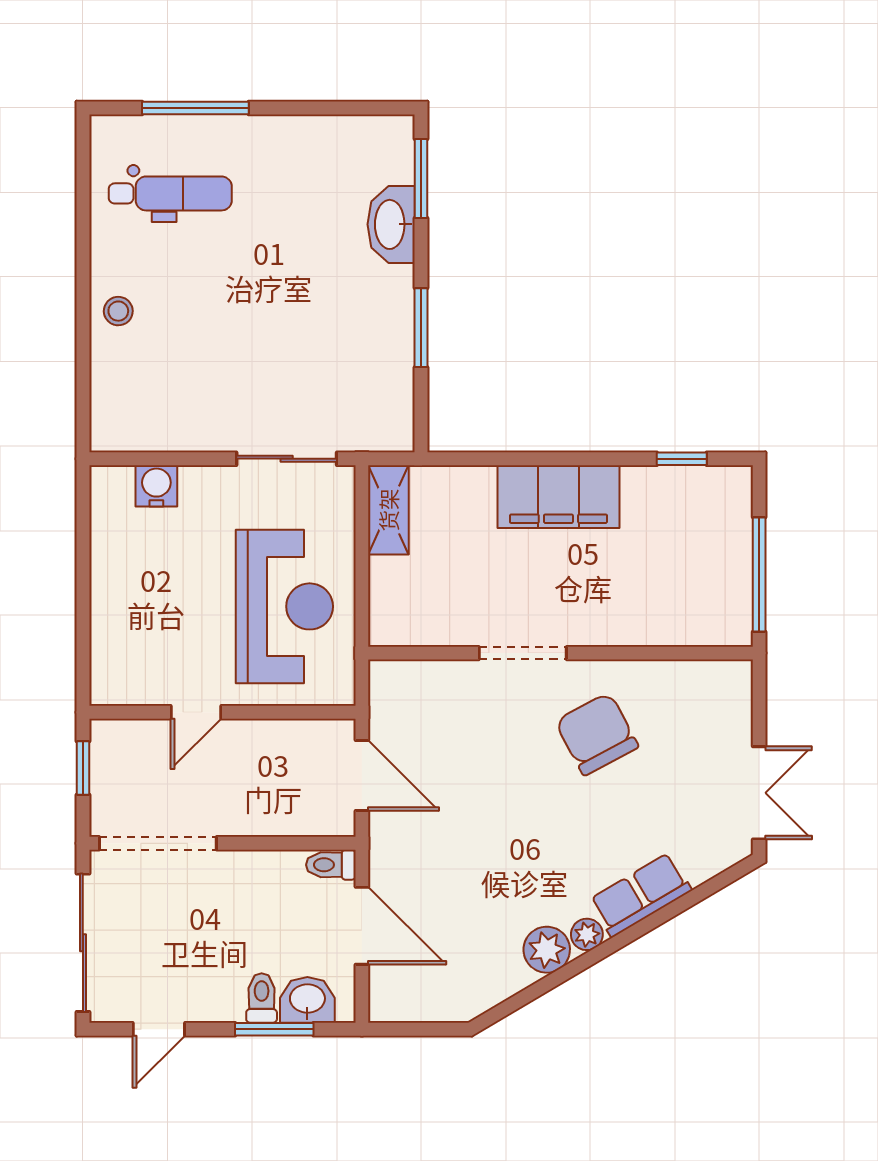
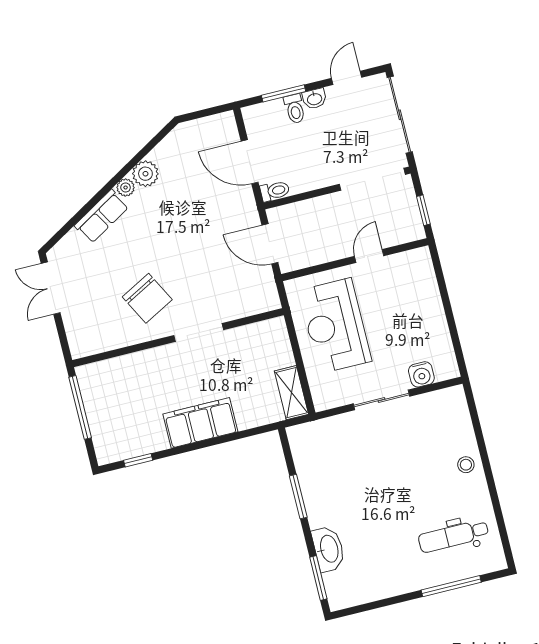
sliding door: (287, 459) -> (382, 400), moved
washbasin: (307, 1000) -> (314, 99), moved, width x0.72, depth x0.69

